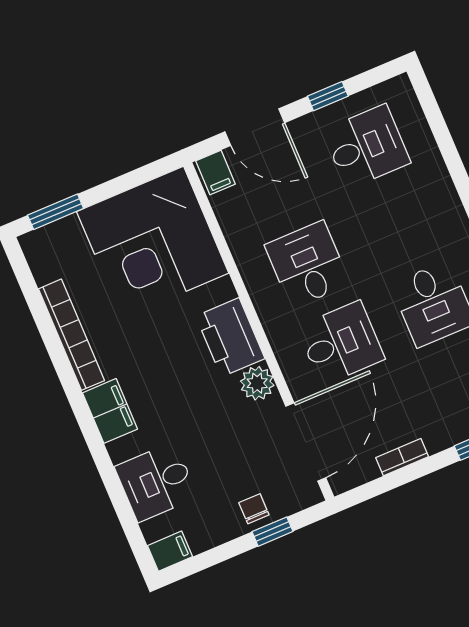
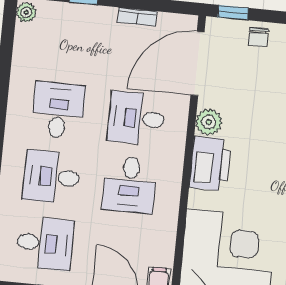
desk: (366, 147) -> (45, 243), turned 180
desk: (400, 225) -> (52, 177), added
window: (272, 532) -> (233, 13), moved

